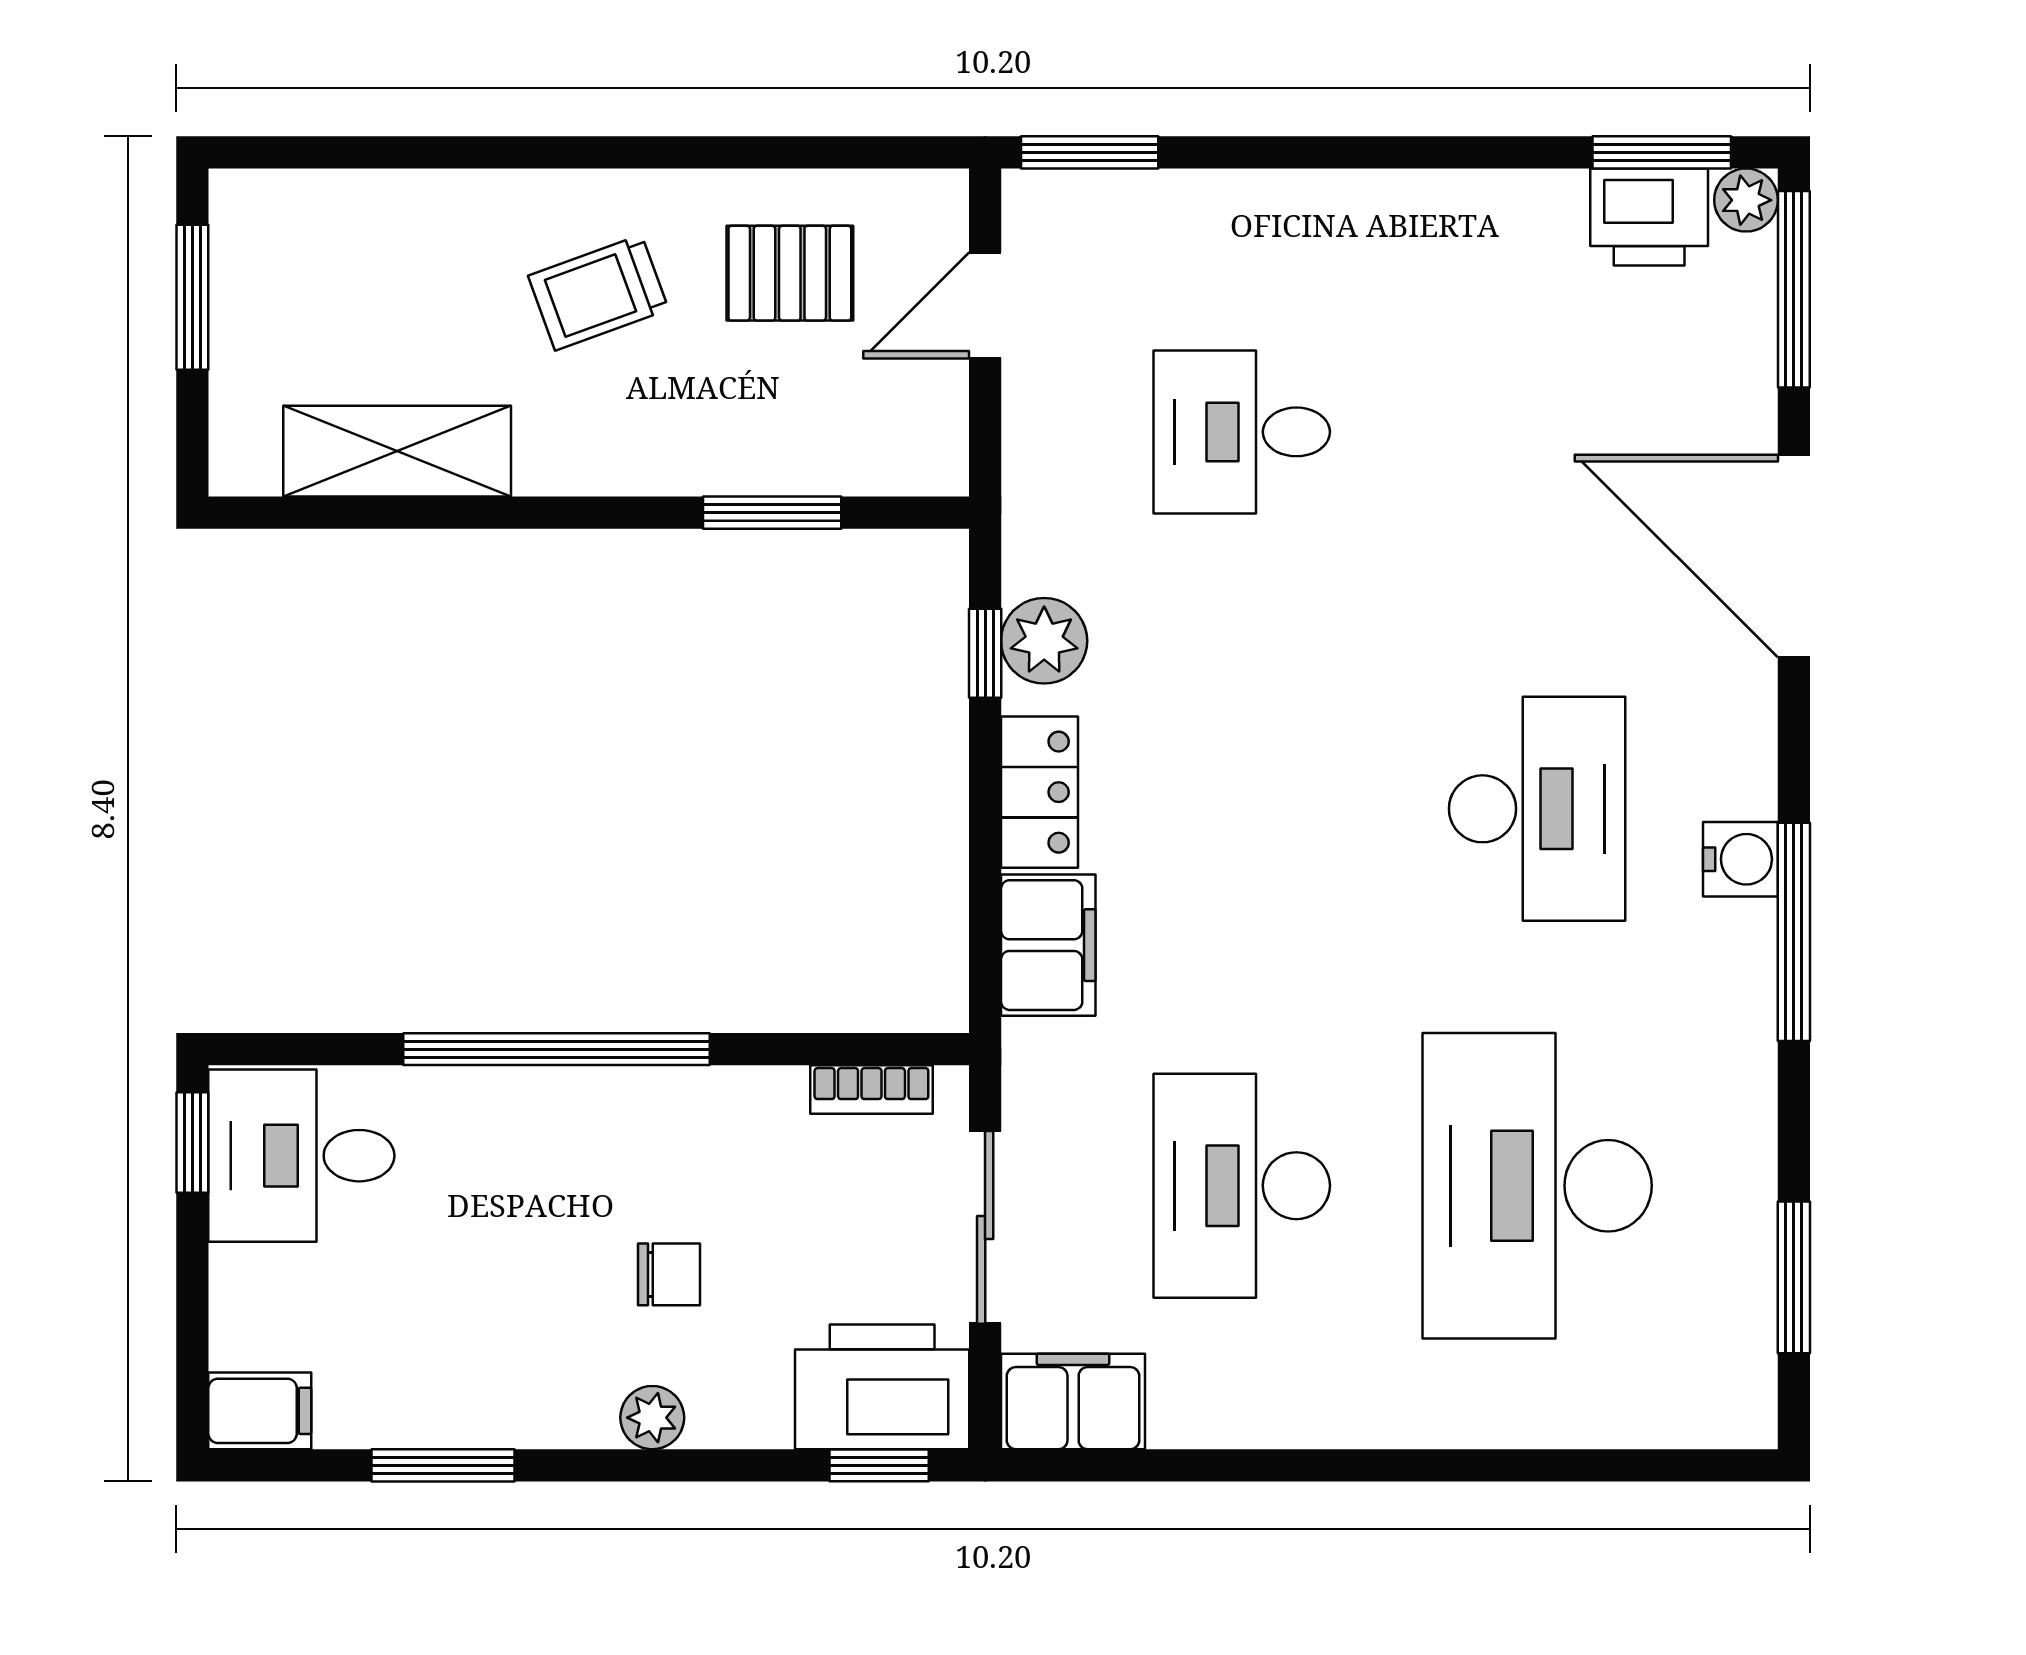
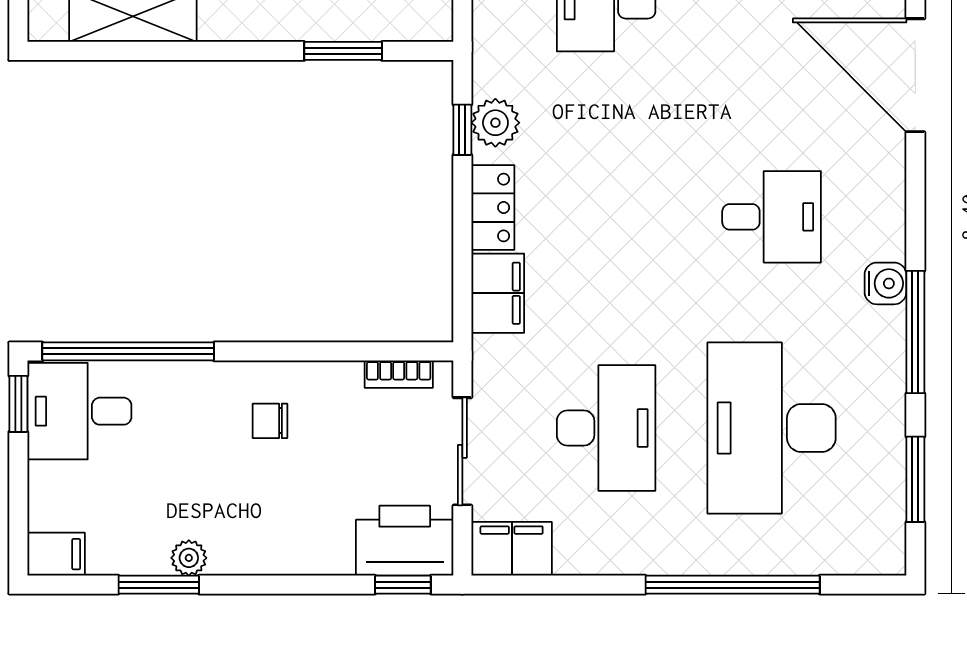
desk: (1537, 809) -> (772, 217), width x0.73
water cooler: (1740, 859) -> (885, 283), moved
window: (1794, 932) -> (915, 332), moved
window: (556, 1049) -> (128, 351), moved
desk: (1242, 1186) -> (606, 428), turned 180
chair: (669, 1274) -> (270, 421), moved, turned 180
plant: (652, 1418) -> (189, 558), moved
window: (1468, 1465) -> (733, 585), added

